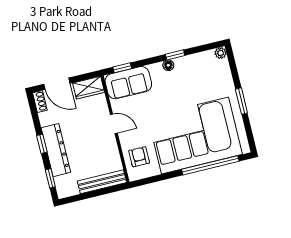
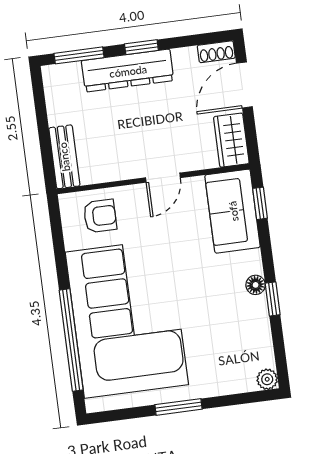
window: (50, 178) -> (79, 55), width x1.50
bench: (102, 182) -> (64, 157), width x0.73

